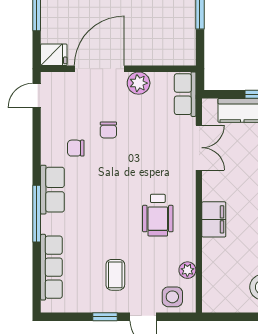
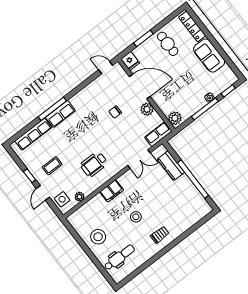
plant: (181, 54) -> (175, 118), added
chair: (76, 148) -> (96, 104), removed
row of seats: (52, 190) -> (60, 114), moved

